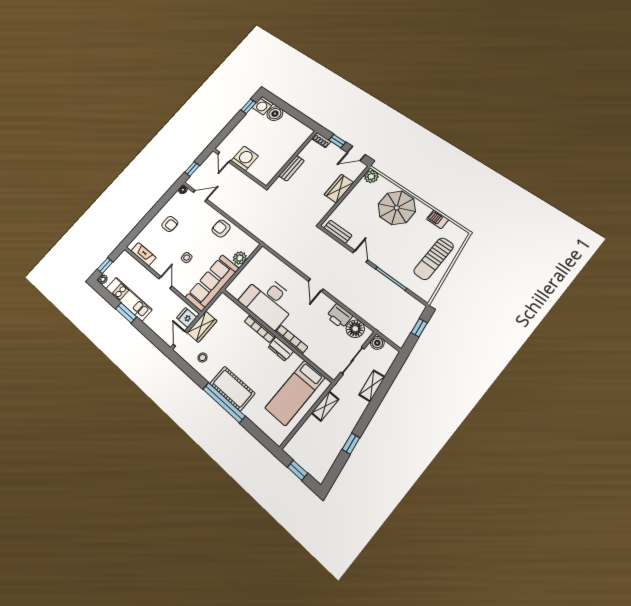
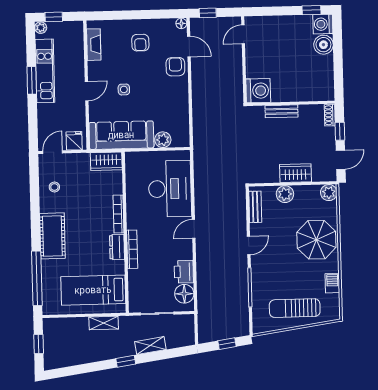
door: (356, 154) -> (341, 160), swing flipped
washing machine: (245, 158) -> (258, 91), moved
plant: (347, 206) -> (285, 194), added
armchair: (221, 229) -> (175, 67), moved
desk: (268, 301) -> (170, 189), moved, turned 180
wardrobe: (202, 327) -> (106, 161), moved
boiler: (377, 343) -> (188, 321), removed
window: (224, 403) -> (37, 278), moved
window: (351, 444) -> (126, 361), moved

